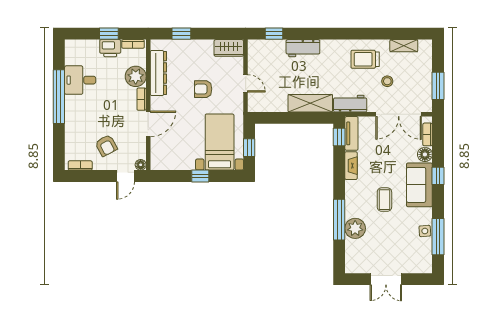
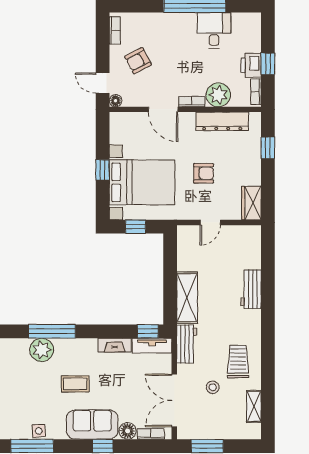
window: (274, 34) -> (268, 256), removed
armchair: (203, 89) -> (204, 173), turned 90
bed with nightstands: (220, 142) -> (142, 182), width x1.36

